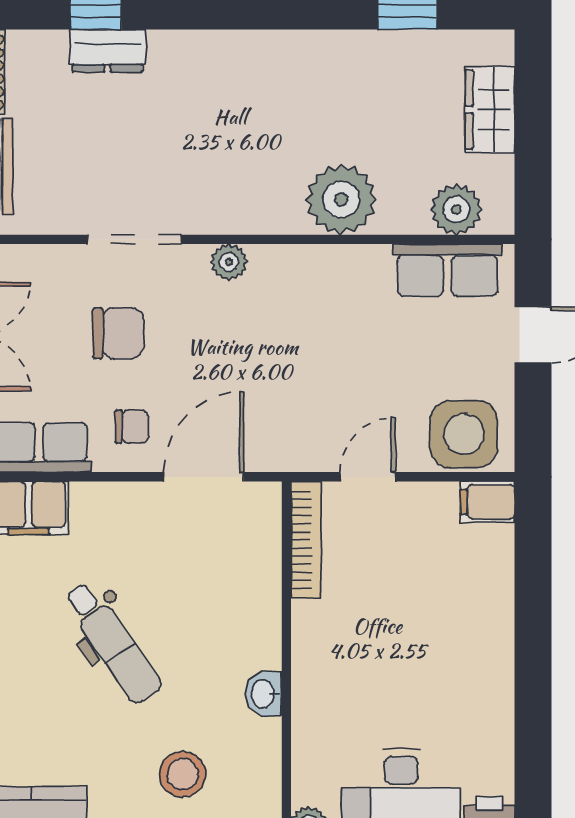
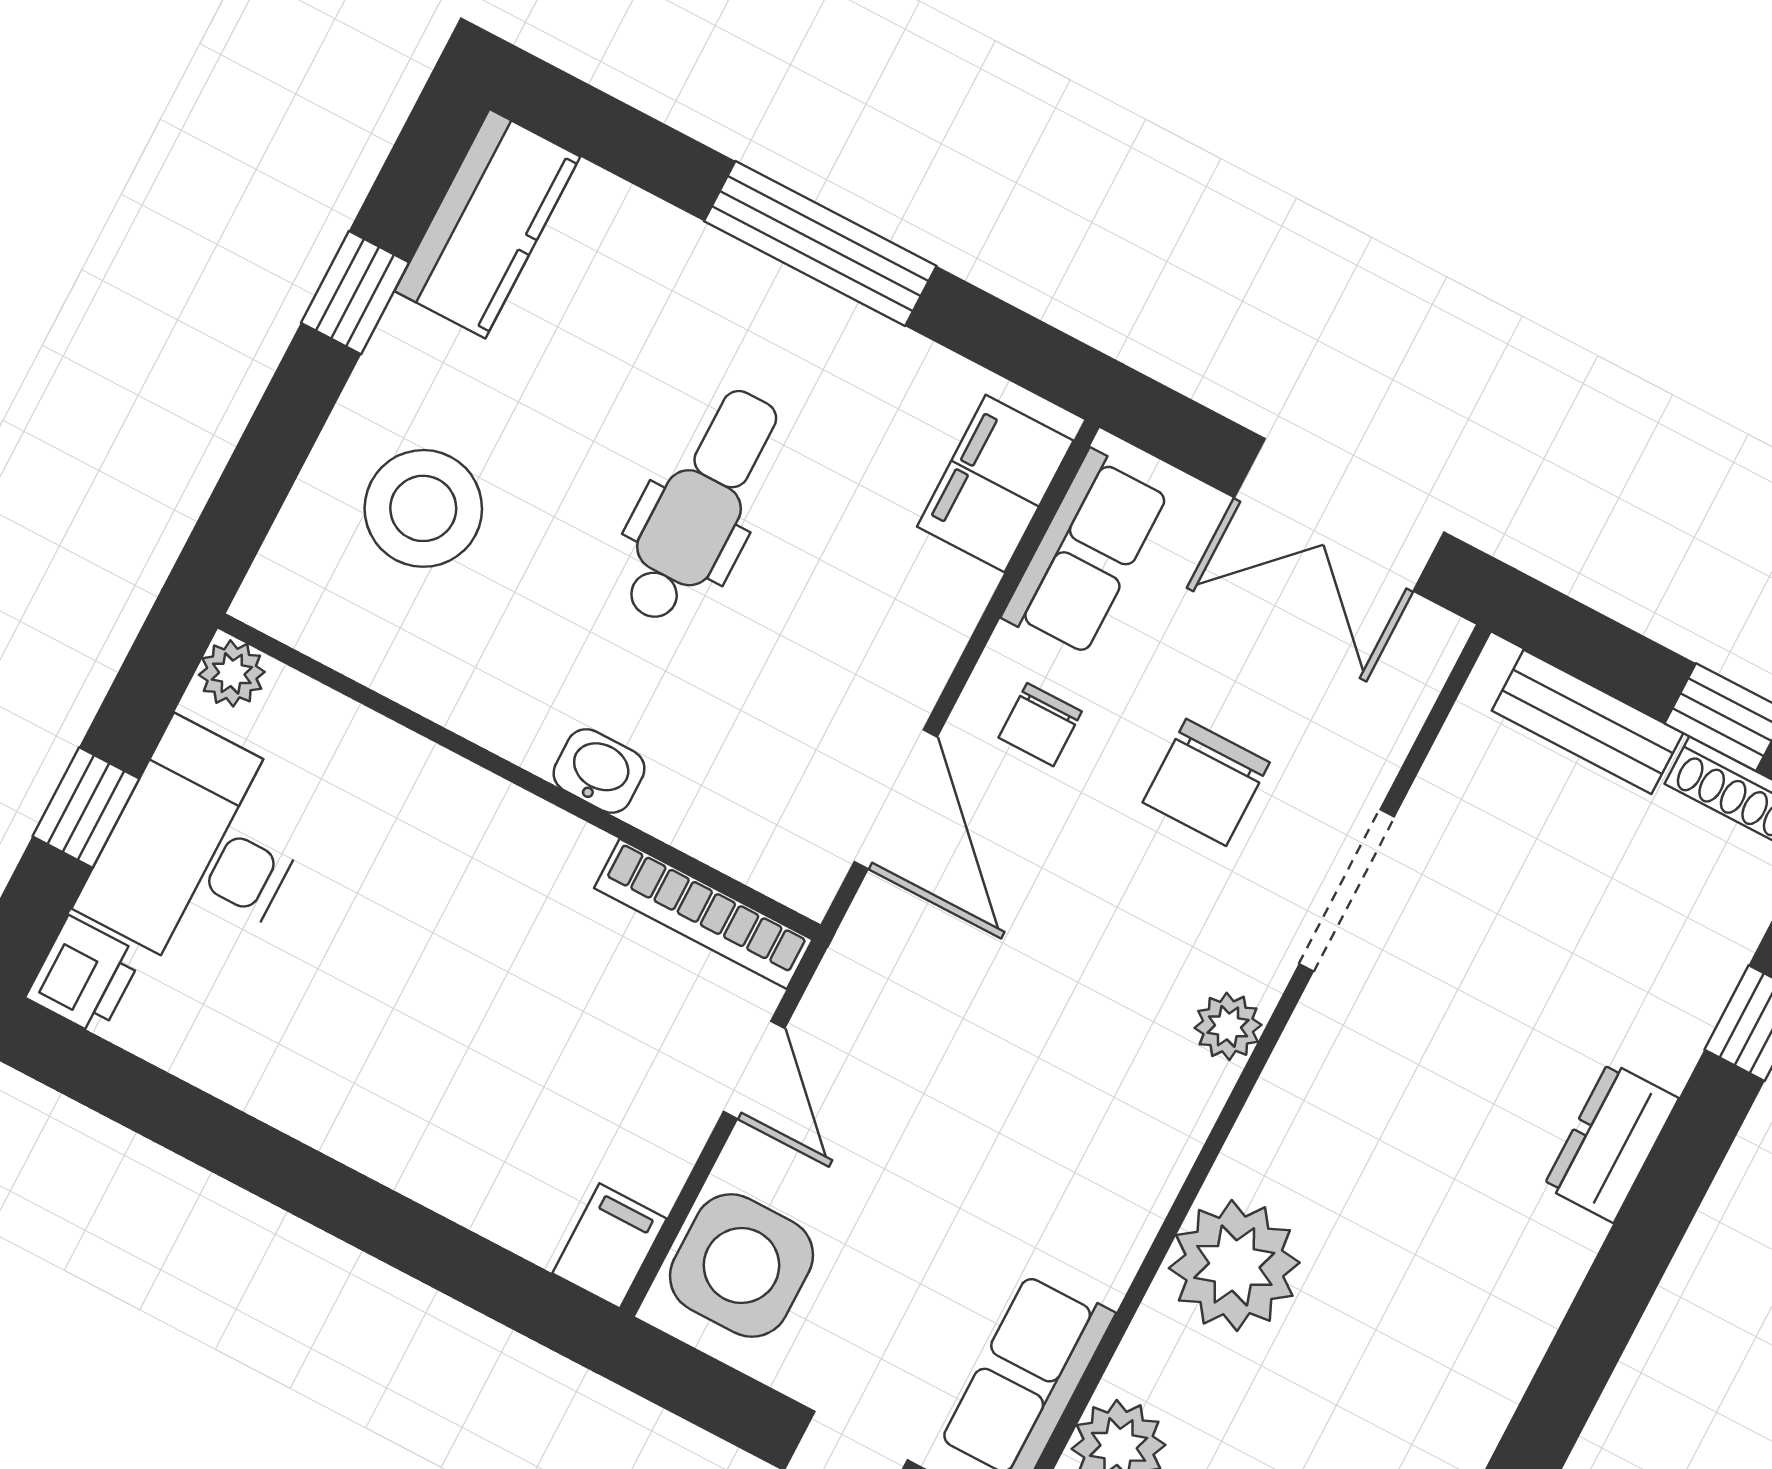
dresser: (107, 51) -> (1611, 1142), moved
dental chair: (113, 643) -> (700, 506), turned 125
washbasin: (264, 694) -> (599, 771), moved
stool: (183, 774) -> (423, 508), width x1.38, depth x1.38

